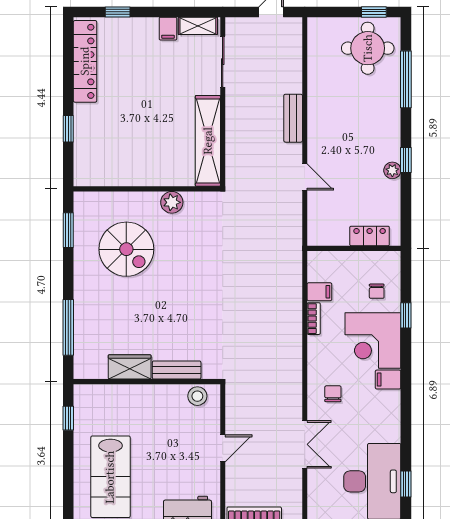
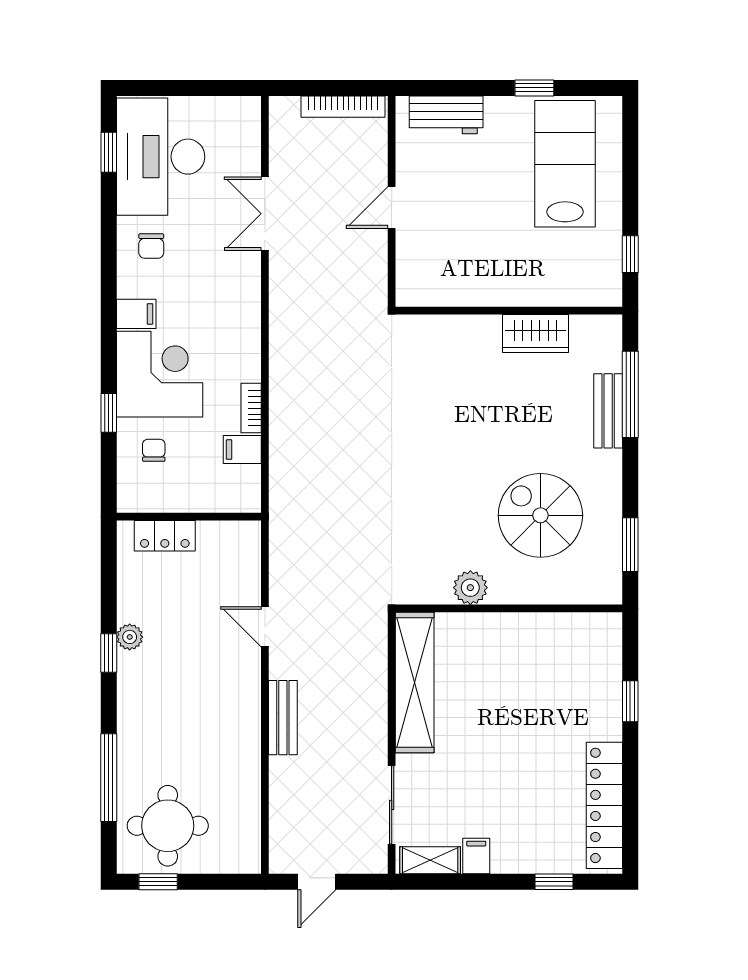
bench: (177, 370) -> (608, 411), moved, turned 90
chair: (333, 394) -> (151, 246), moved
stool: (197, 396) -> (431, 288), removed

